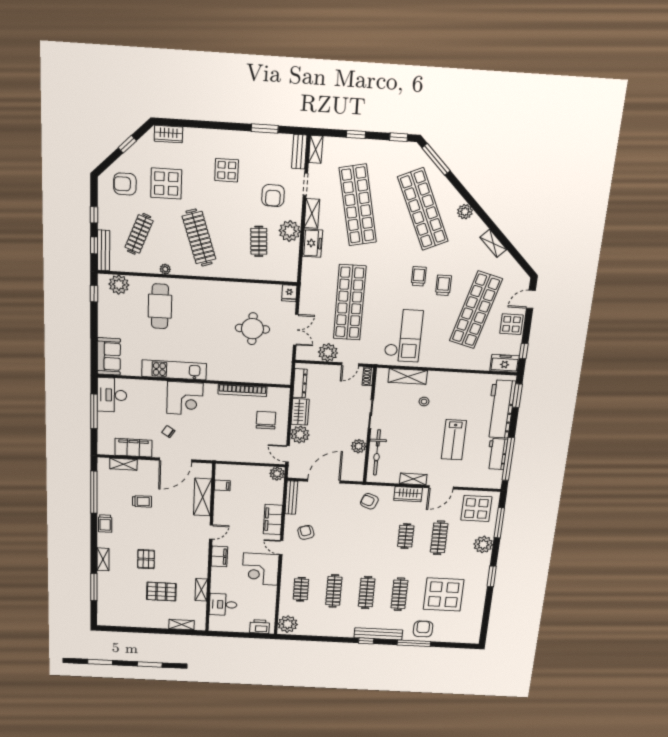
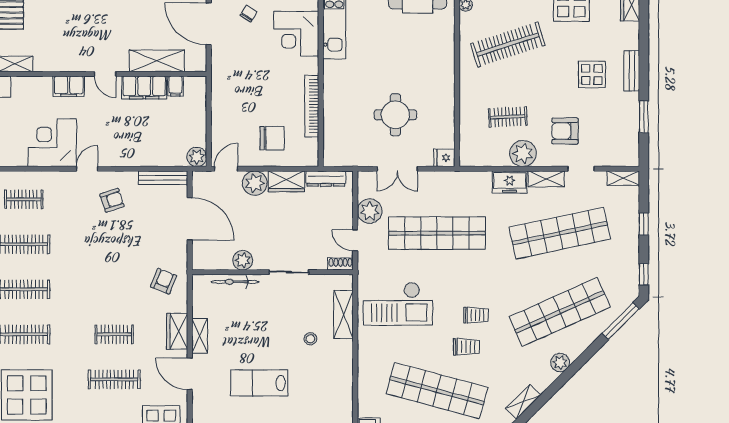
bench: (299, 152) -> (632, 71), moved, turned 90
bicycle: (377, 453) -> (235, 282), width x0.73, depth x0.71
filing cabinet: (273, 519) -> (144, 87), moved, turned 180

